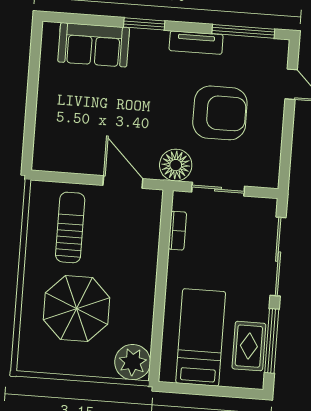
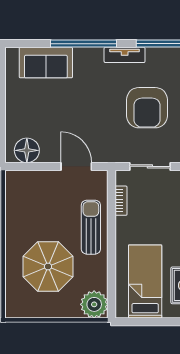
window: (144, 24) -> (84, 44), width x2.11
armchair: (220, 113) -> (147, 108), turned 90
floor lamp: (176, 165) -> (27, 150), moved
sun lounger: (70, 227) -> (91, 227), moved

